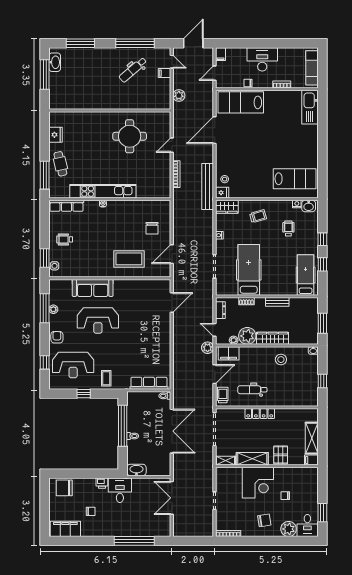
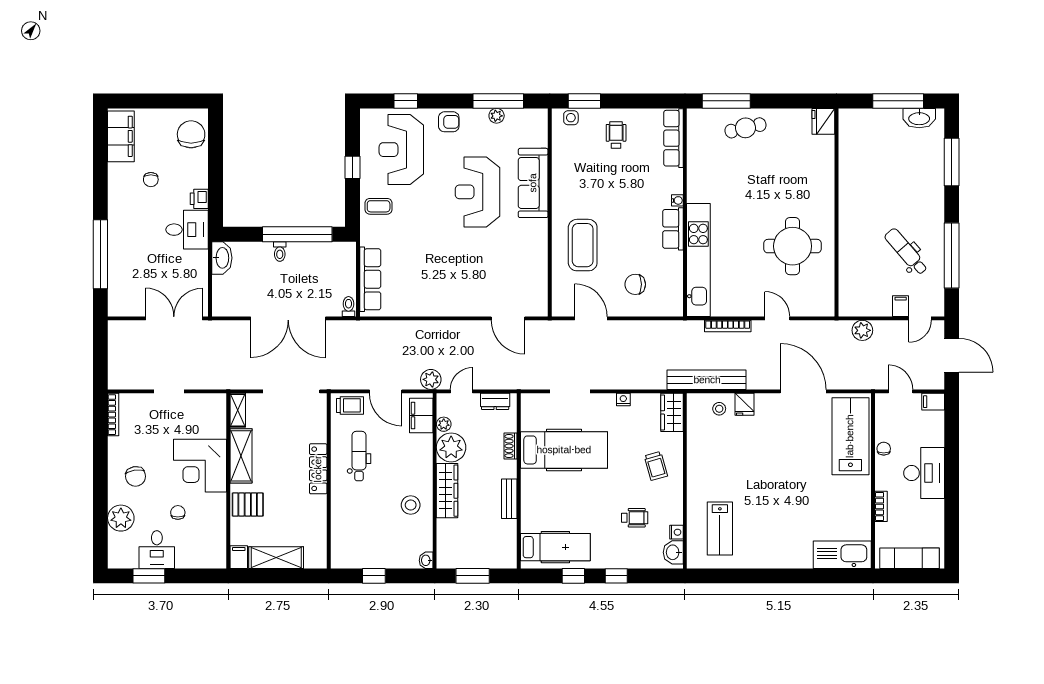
fridge: (56, 135) -> (823, 121), moved, turned 90
lab bench: (295, 179) -> (720, 529), width x0.73, depth x0.72
kitchen unit: (103, 191) -> (698, 260), moved
fridge: (222, 193) -> (745, 404), moved
row of seats: (120, 206) -> (673, 229), added
desk: (307, 526) -> (157, 550), moved, turned -90

